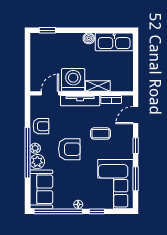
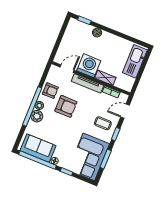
boiler: (89, 38) -> (97, 33), moved
kitchen sink: (114, 42) -> (135, 61), moved, turned 90
coffee table: (101, 134) -> (103, 123), moved
armchair: (69, 149) -> (66, 106), moved
sofa: (41, 189) -> (38, 148), moved, turned -90

